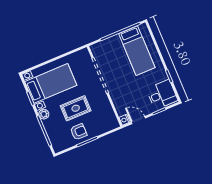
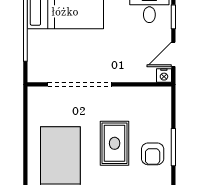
armchair: (79, 132) -> (153, 154), turned 180

